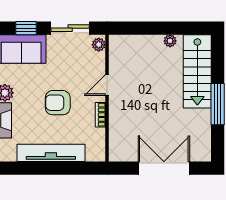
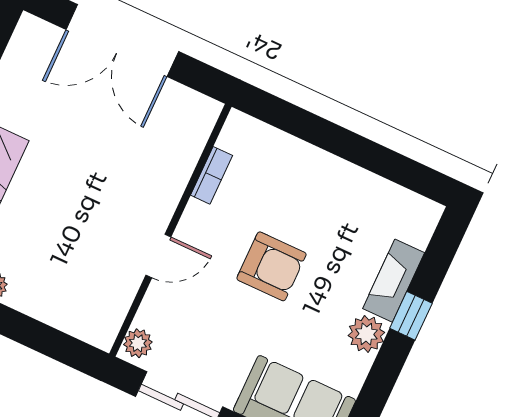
bookcase: (100, 115) -> (212, 175), moved
tv unit: (51, 153) -> (331, 174), removed

